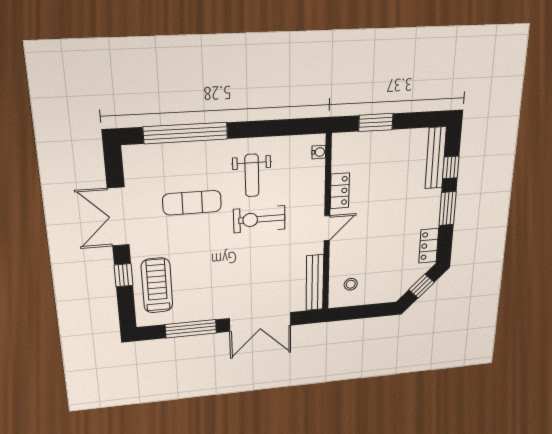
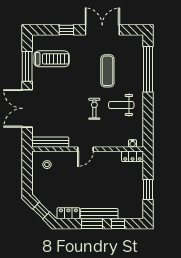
window: (376, 122) -> (148, 189), moved
bench: (436, 158) -> (99, 214), moved
locker: (340, 191) -> (133, 156), moved
exercise bike: (259, 219) -> (94, 109), width x0.73, depth x0.72
door: (327, 228) -> (85, 149), hinge flipped
treadmill: (157, 285) -> (52, 59), moved

